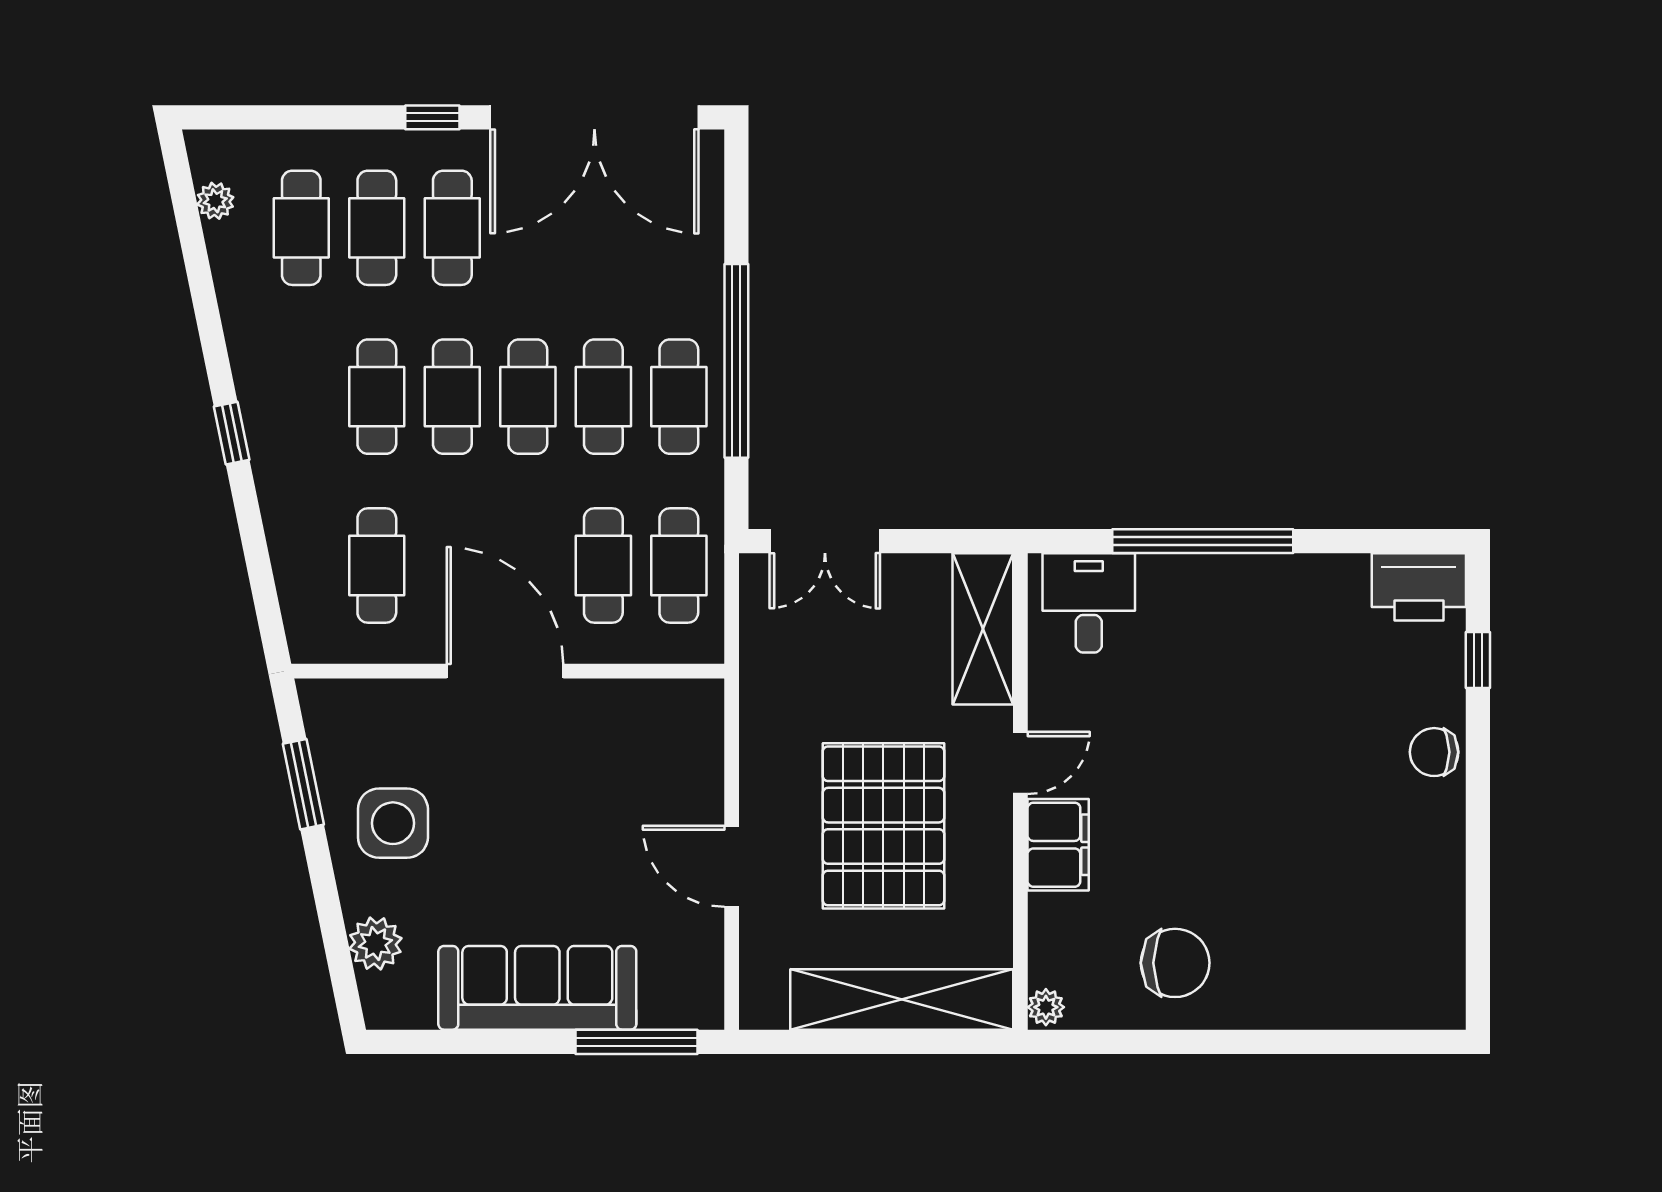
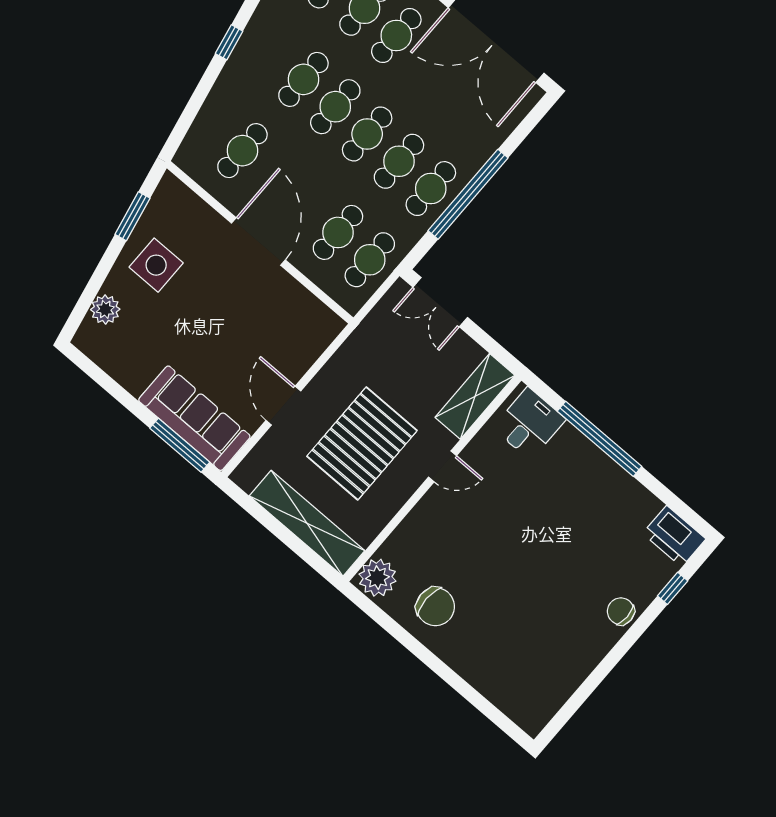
filing cabinet: (1058, 845) -> (429, 515), removed
sofa: (537, 988) -> (194, 418), moved
plant: (1046, 1007) -> (377, 578), width x1.87, depth x1.87

